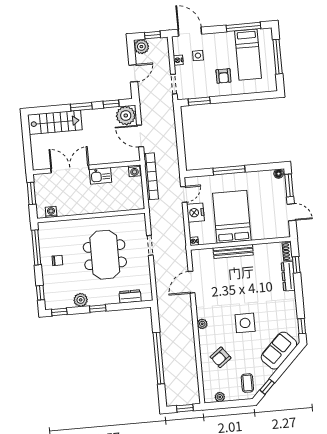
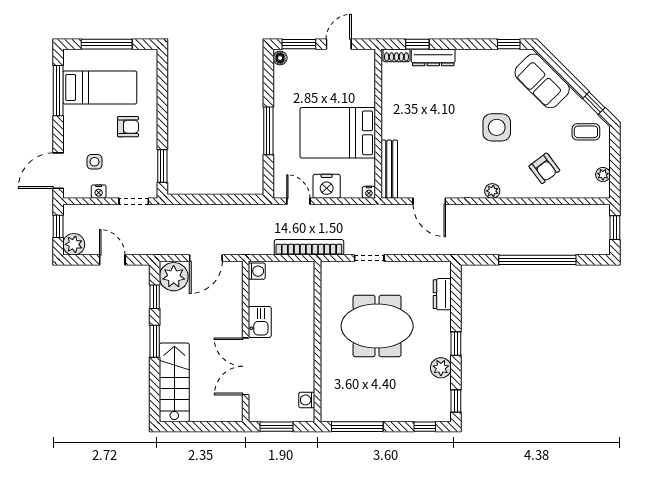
bookcase: (151, 176) -> (309, 247), moved
bench: (233, 251) -> (389, 169), moved
chair: (57, 260) -> (379, 397), removed

